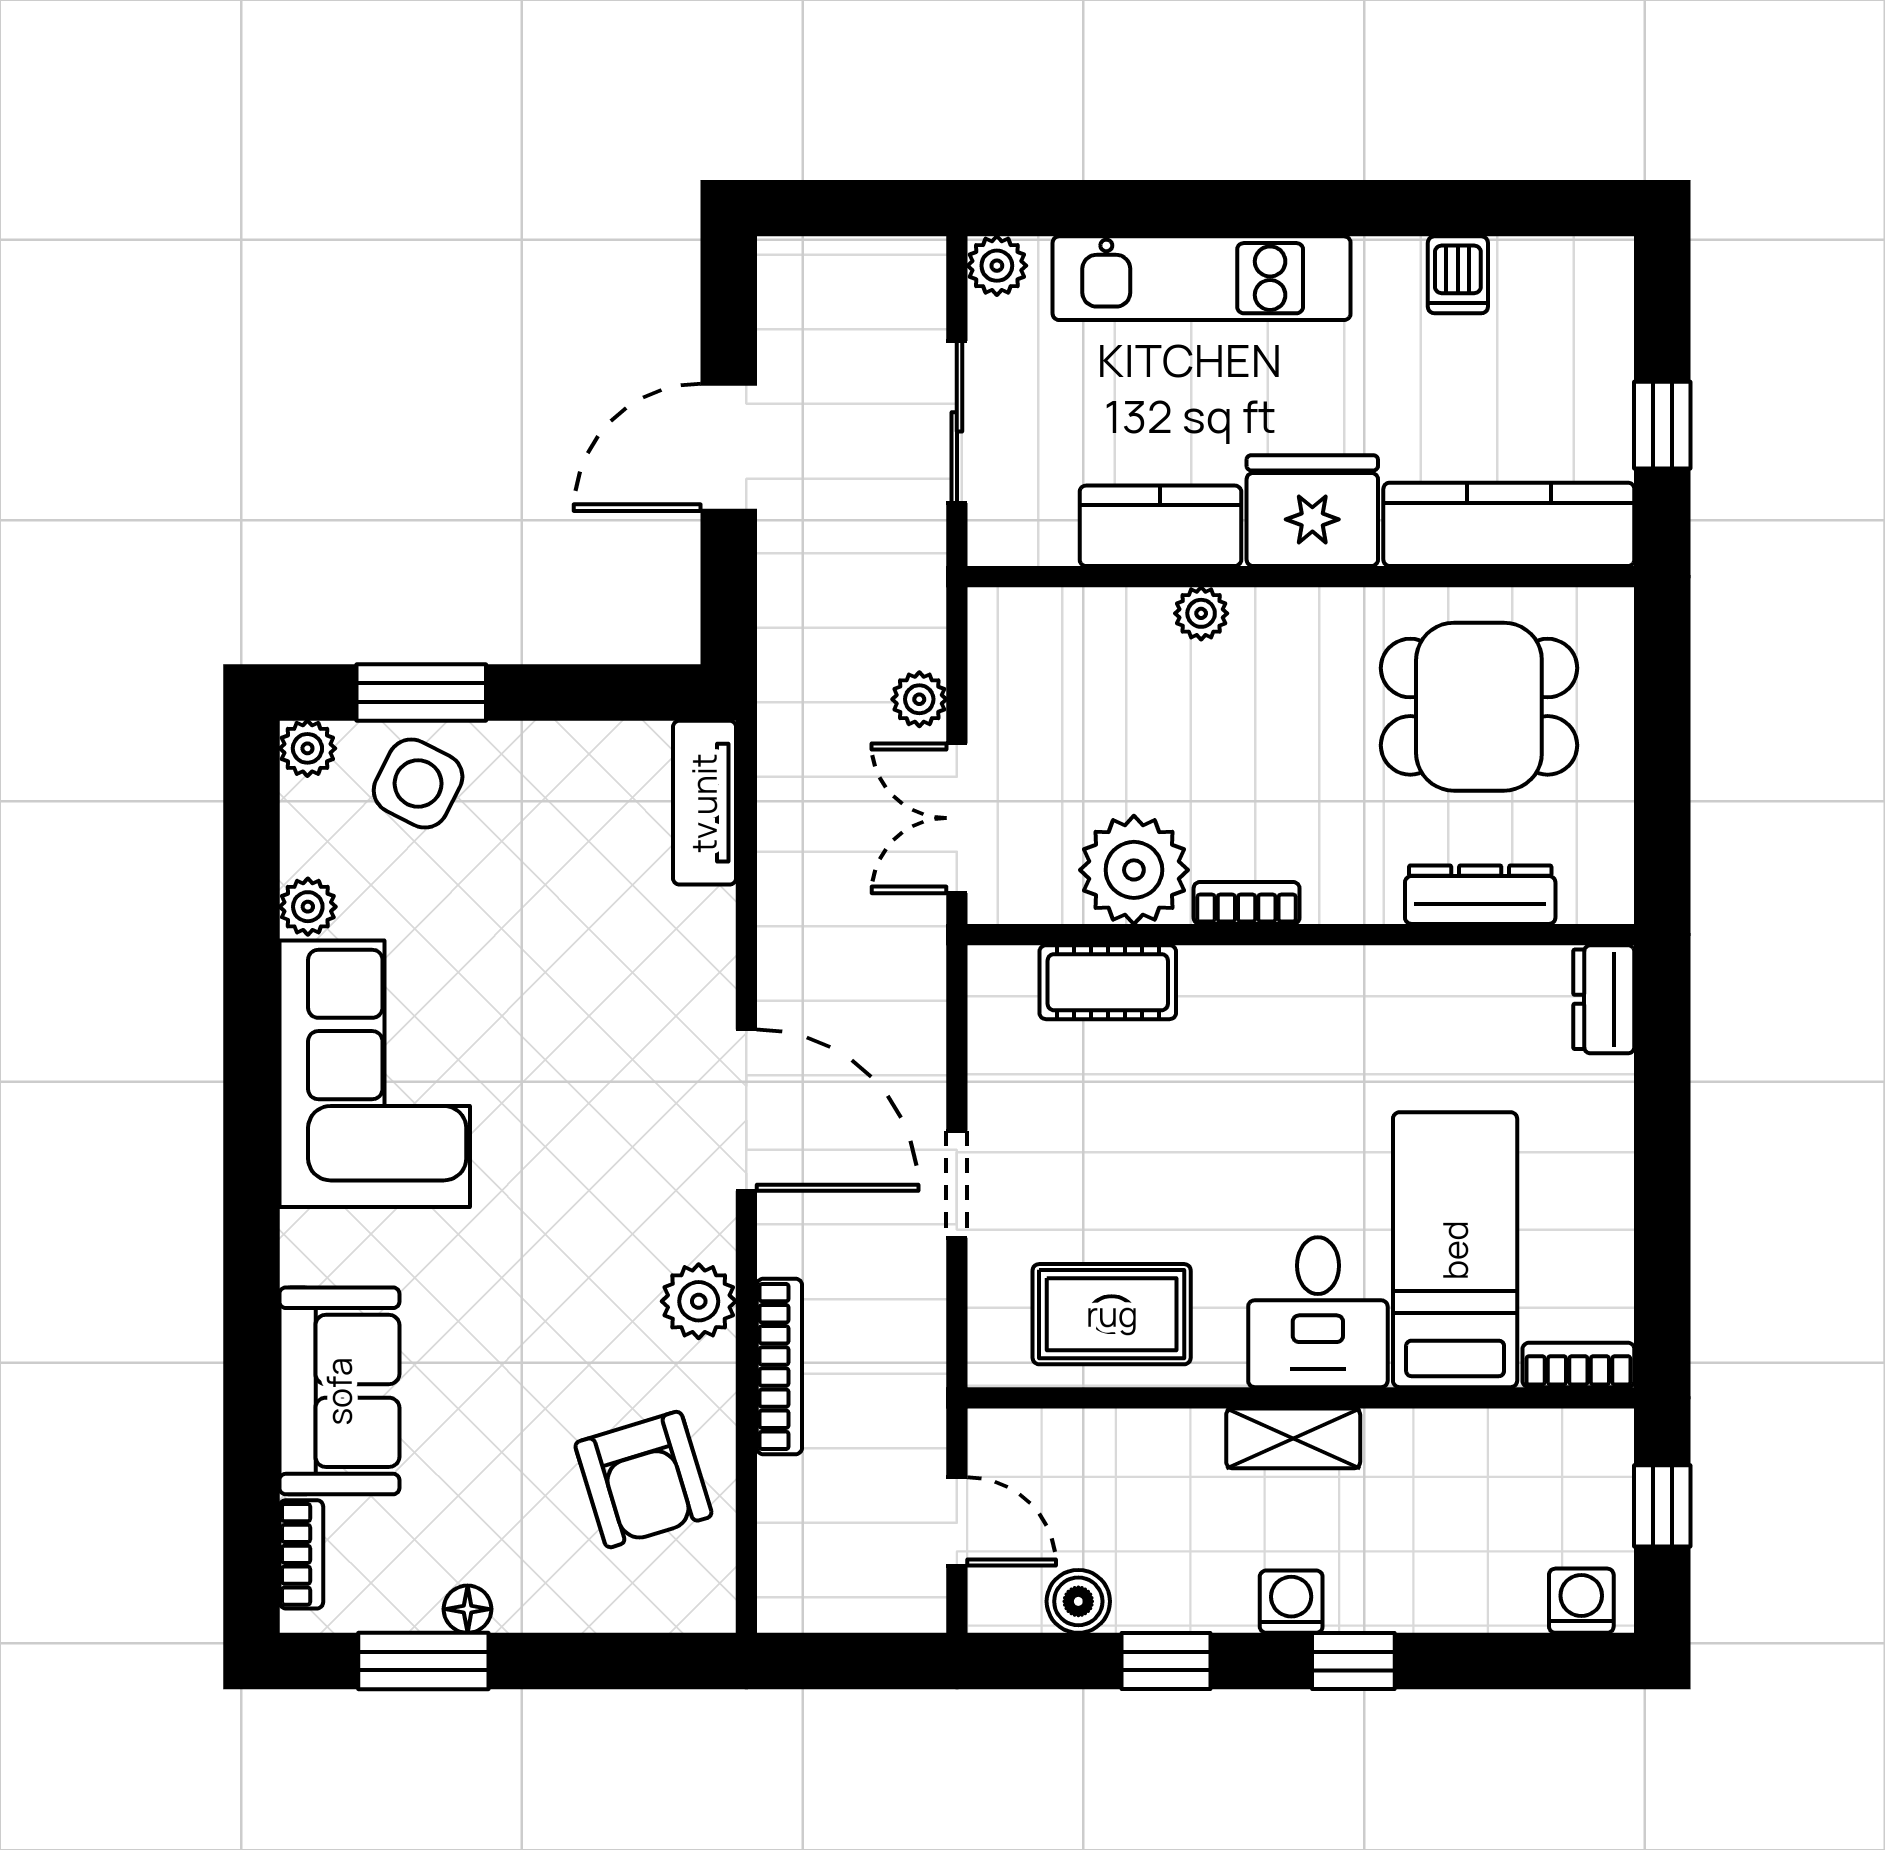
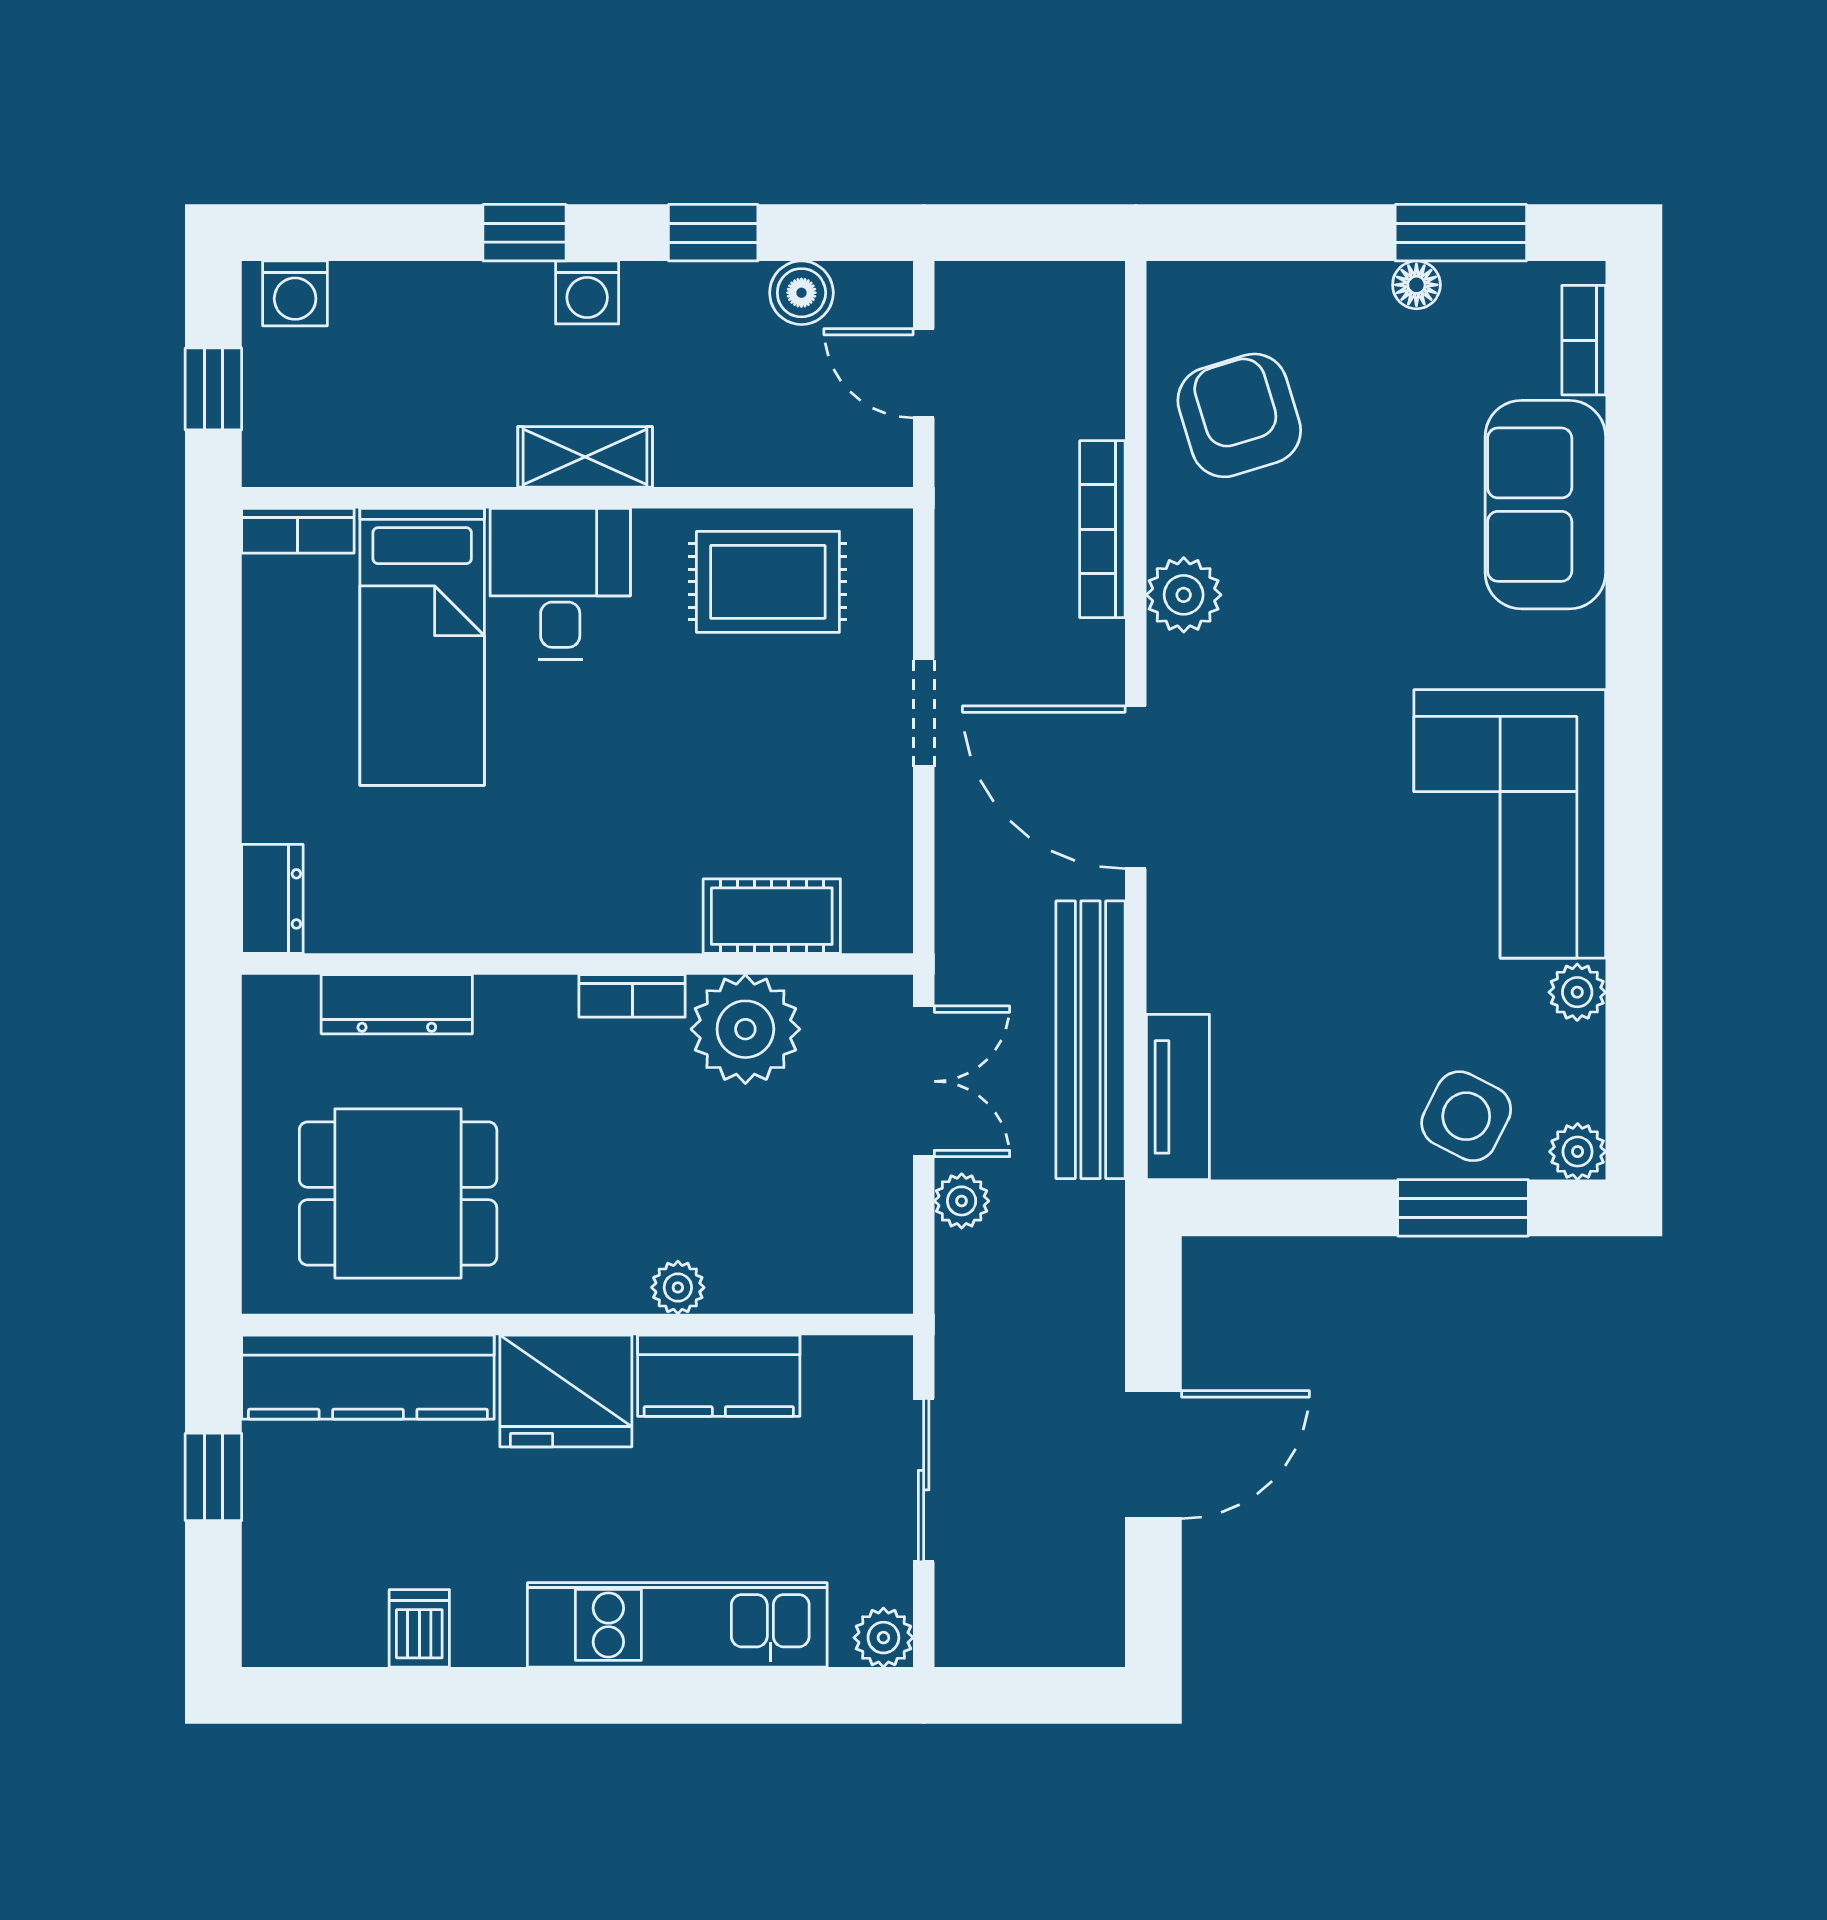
bench: (791, 859) -> (1091, 1040), added

